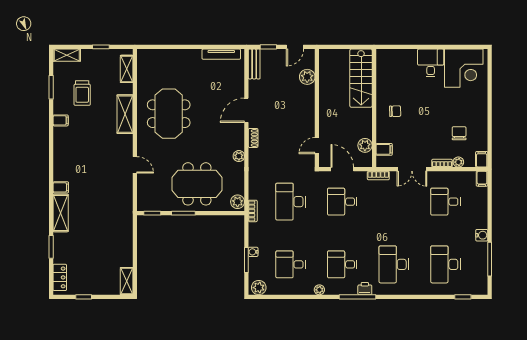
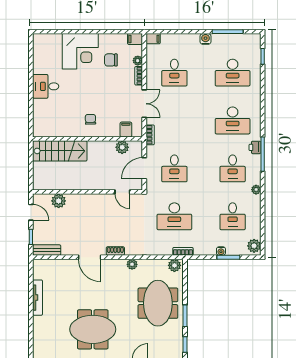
tv unit: (221, 54) -> (38, 298), moved
corner desk: (464, 68) -> (80, 51), moved, turned 90

